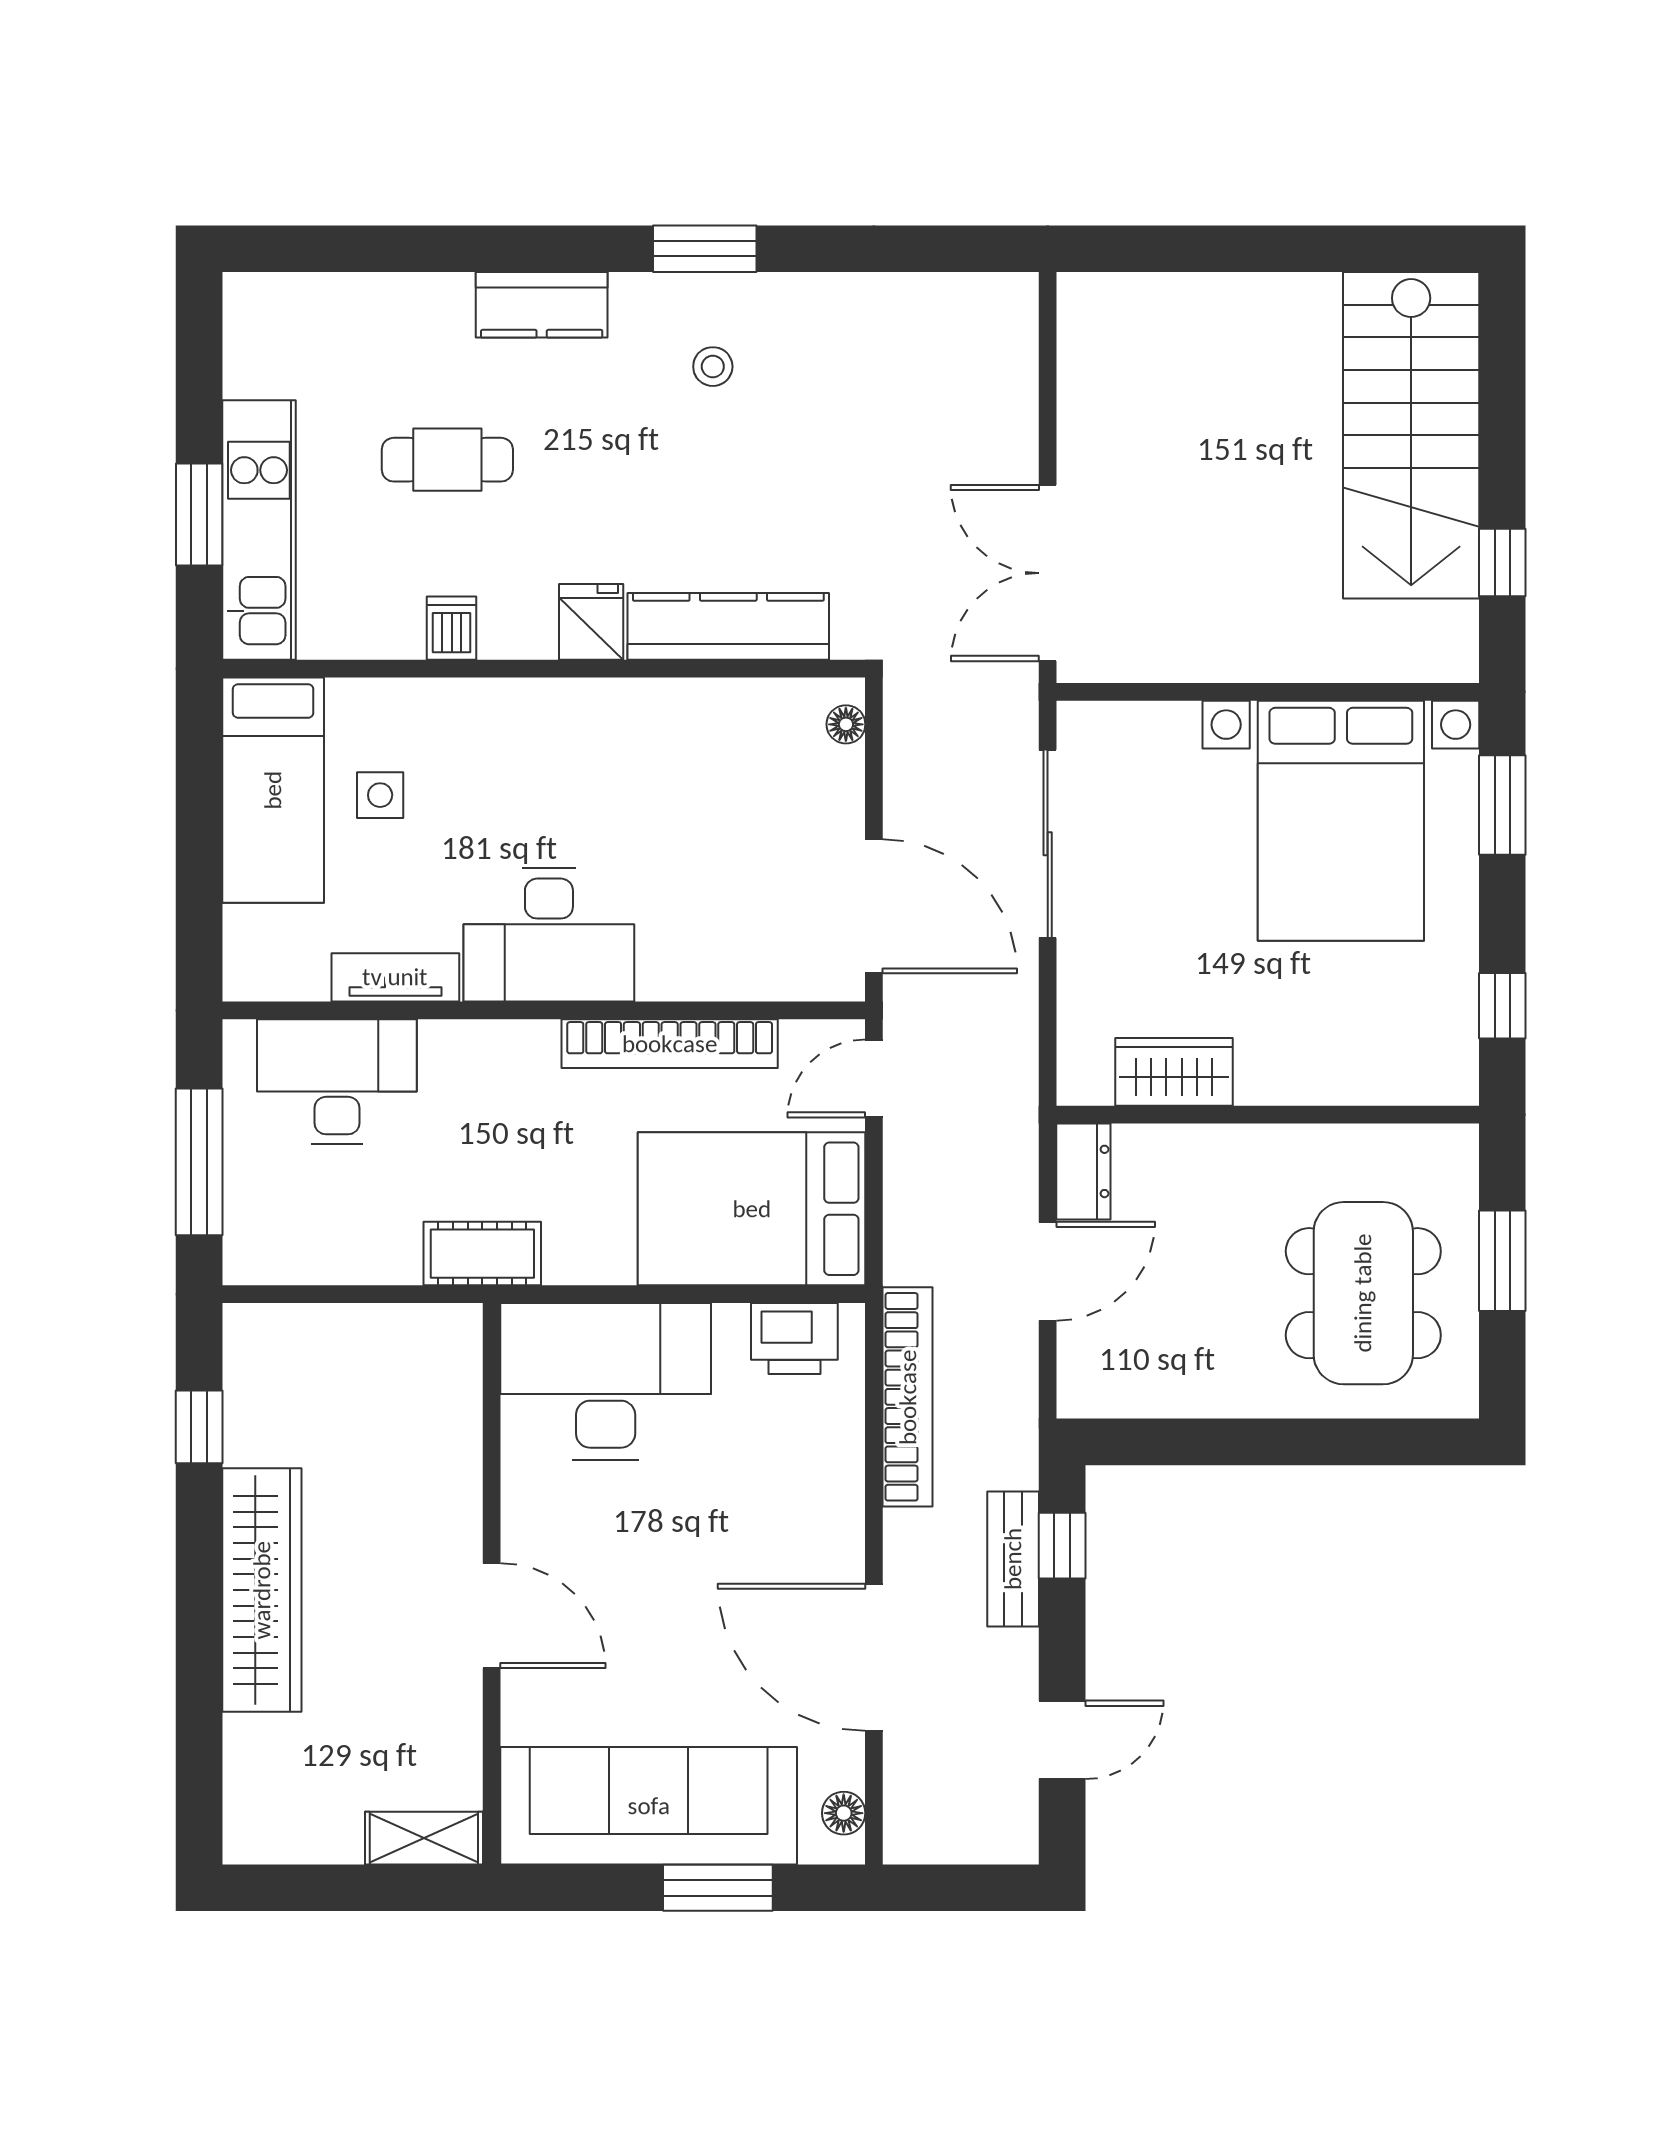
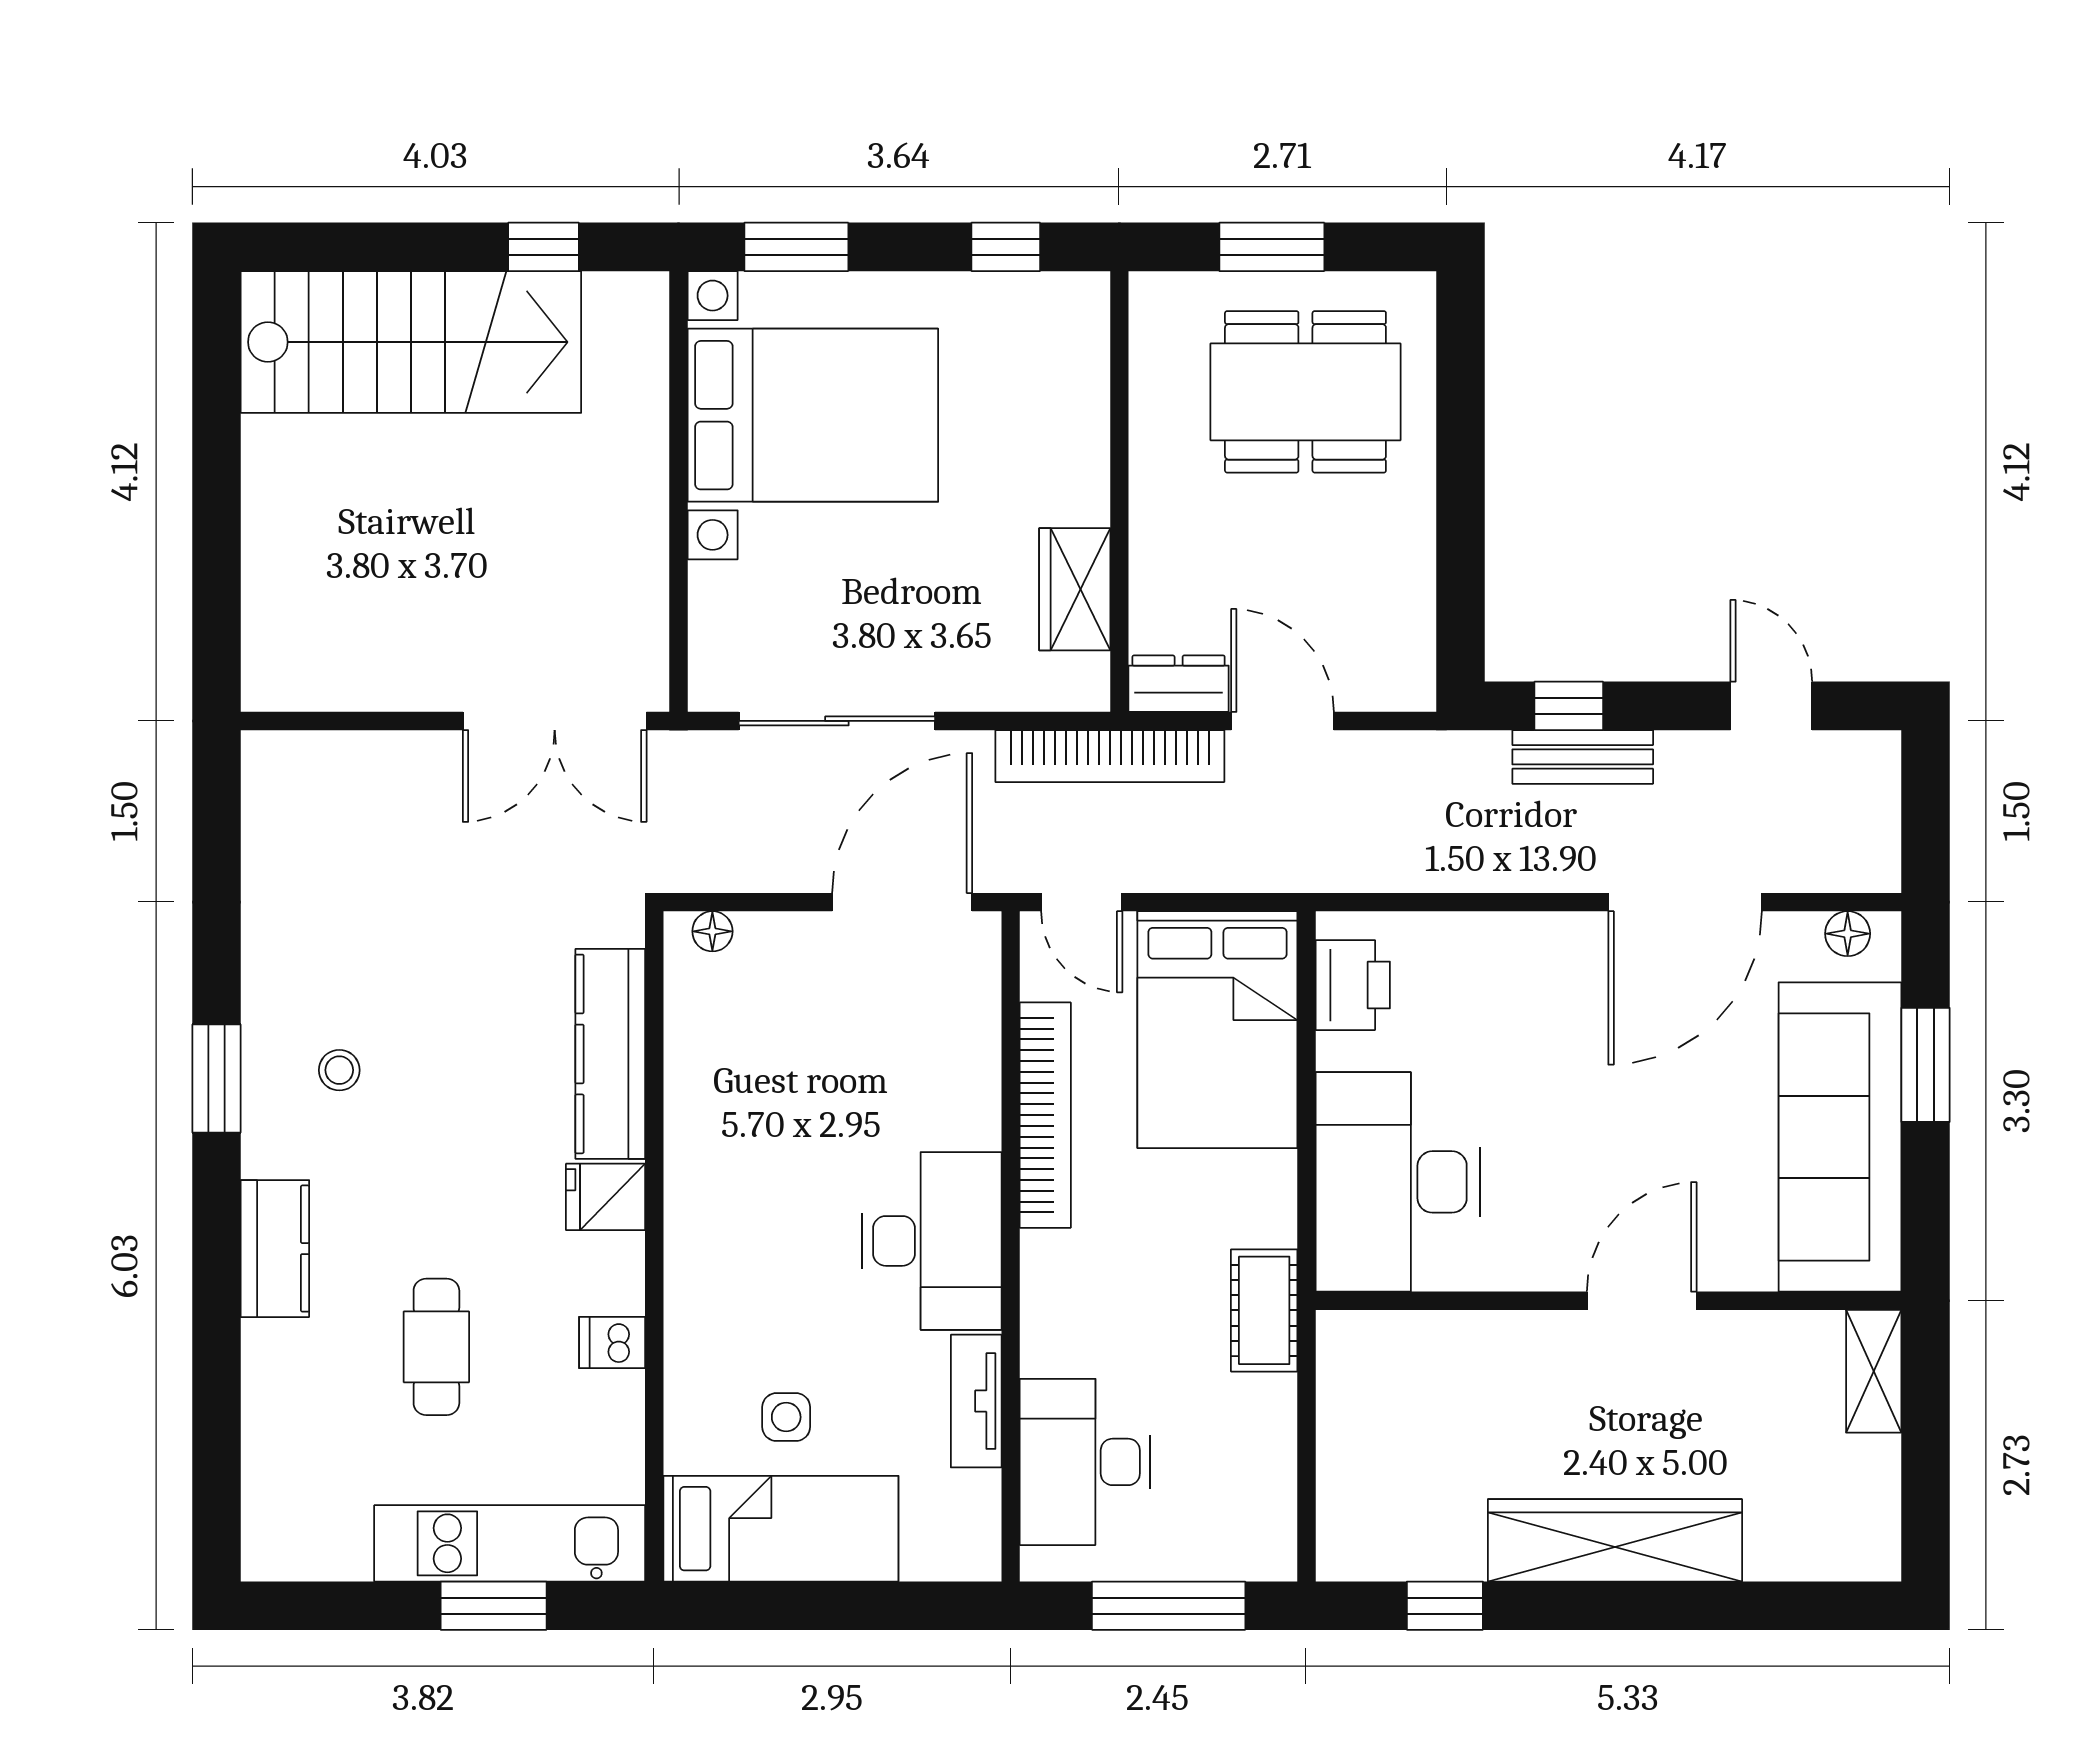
bookcase: (908, 1397) -> (1110, 756), moved, turned 180

